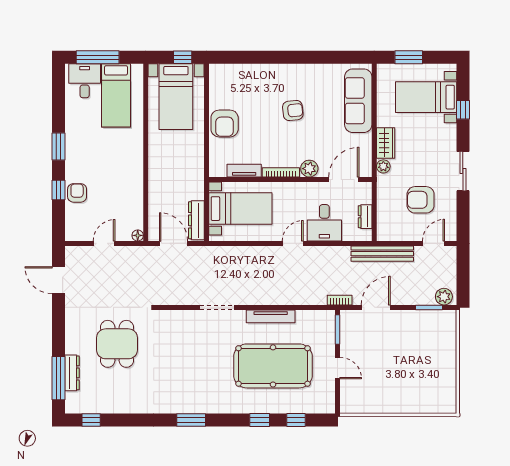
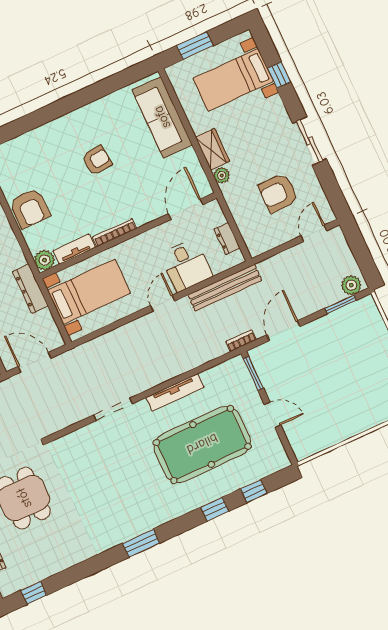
plant: (309, 169) -> (45, 260), moved
dresser: (196, 220) -> (30, 289), moved
bench: (382, 254) -> (225, 288), moved

